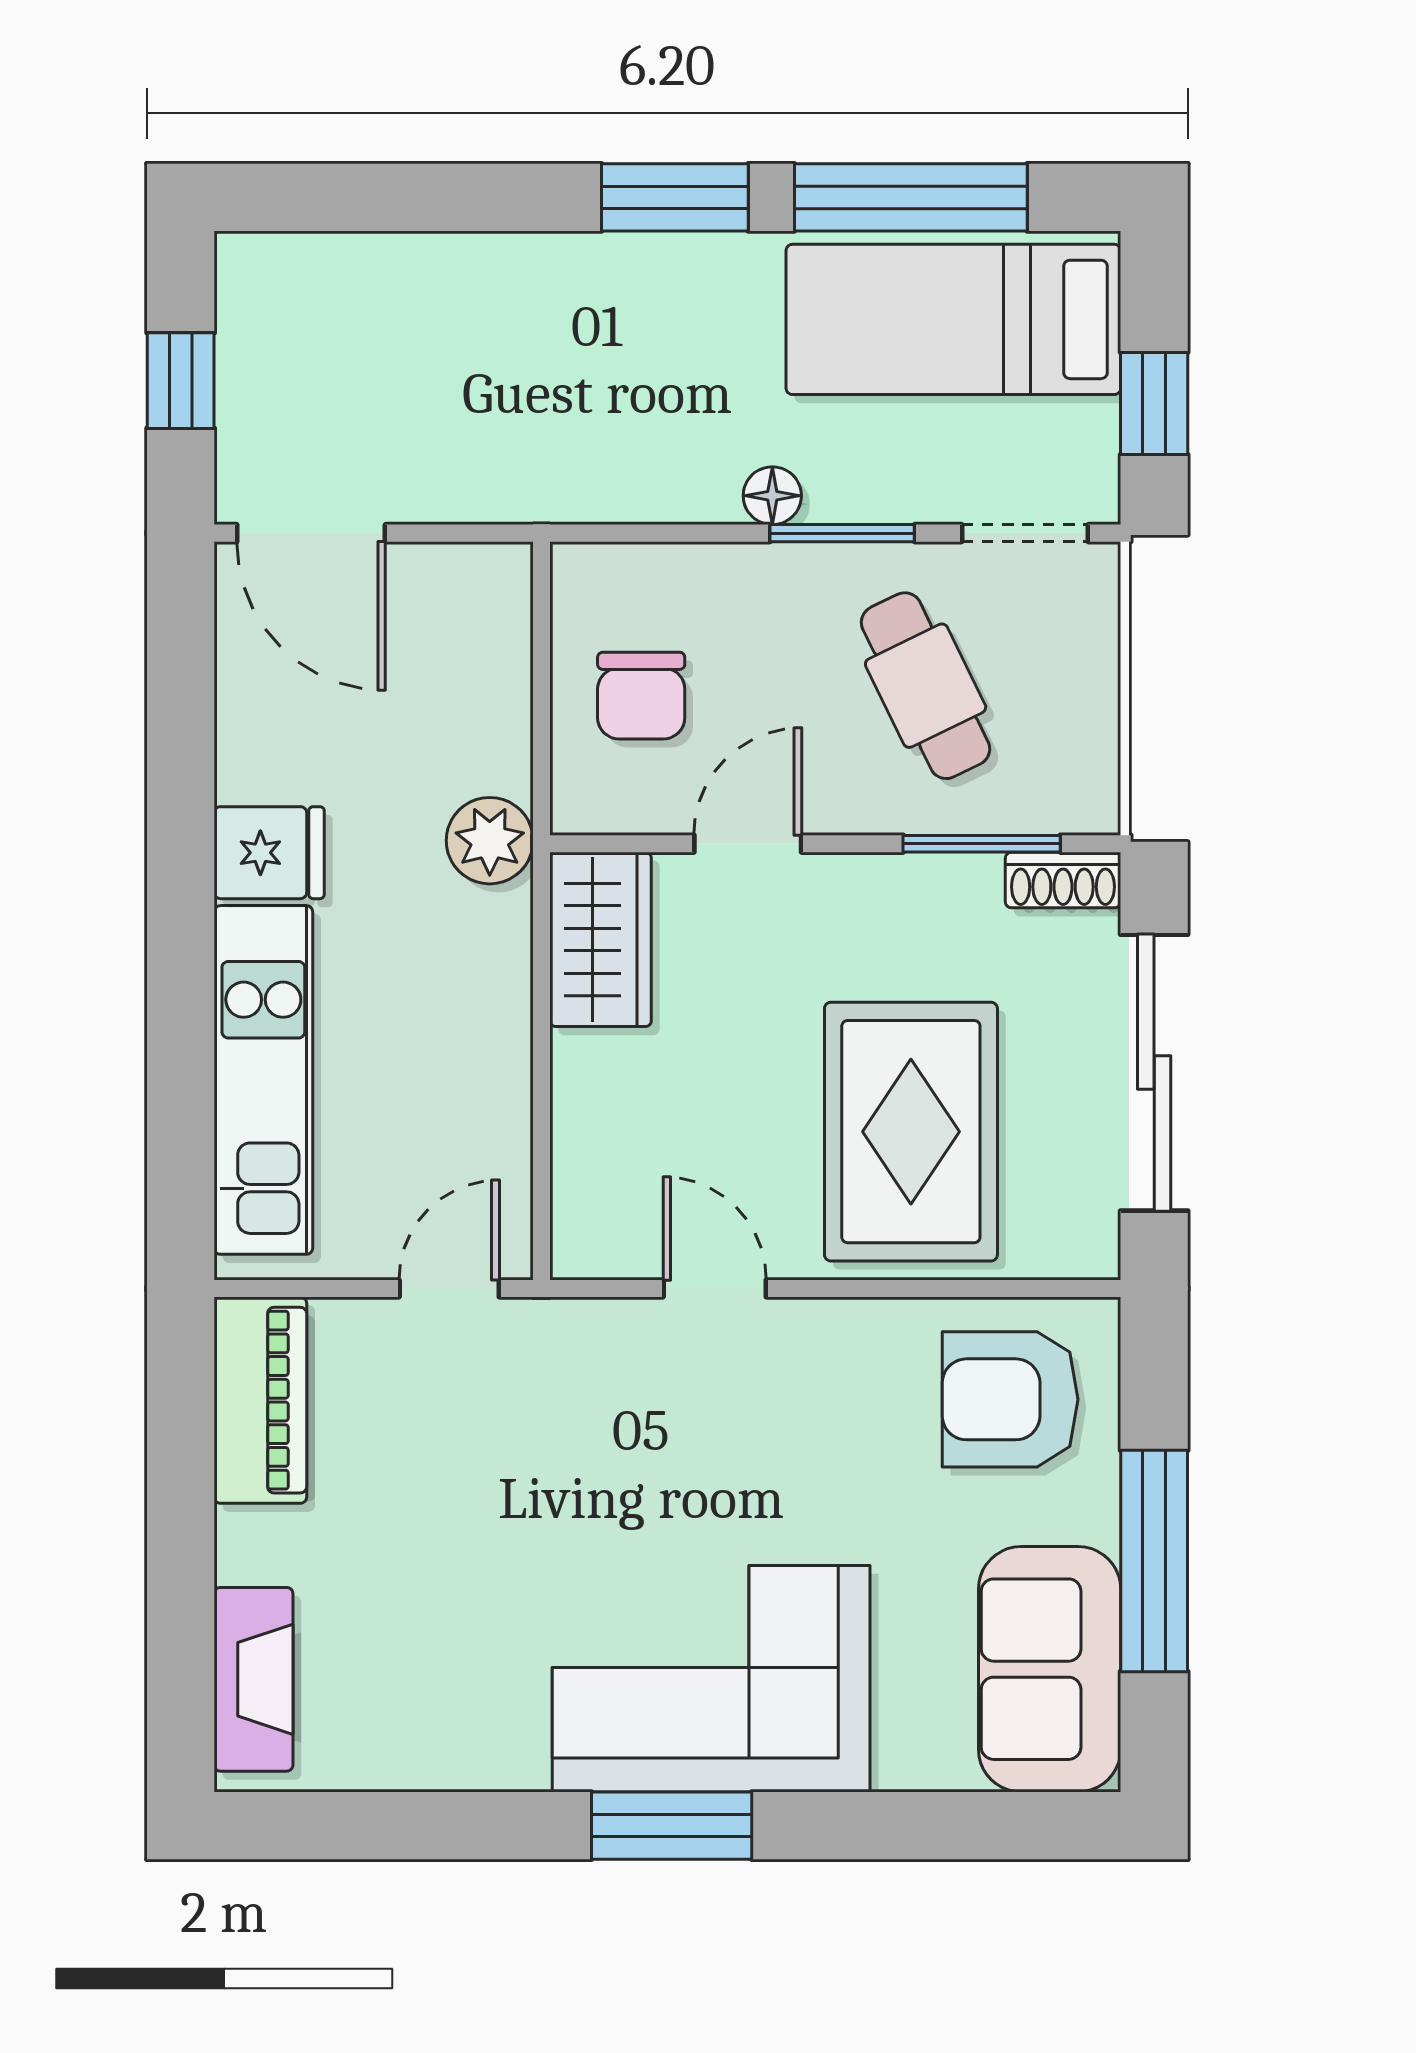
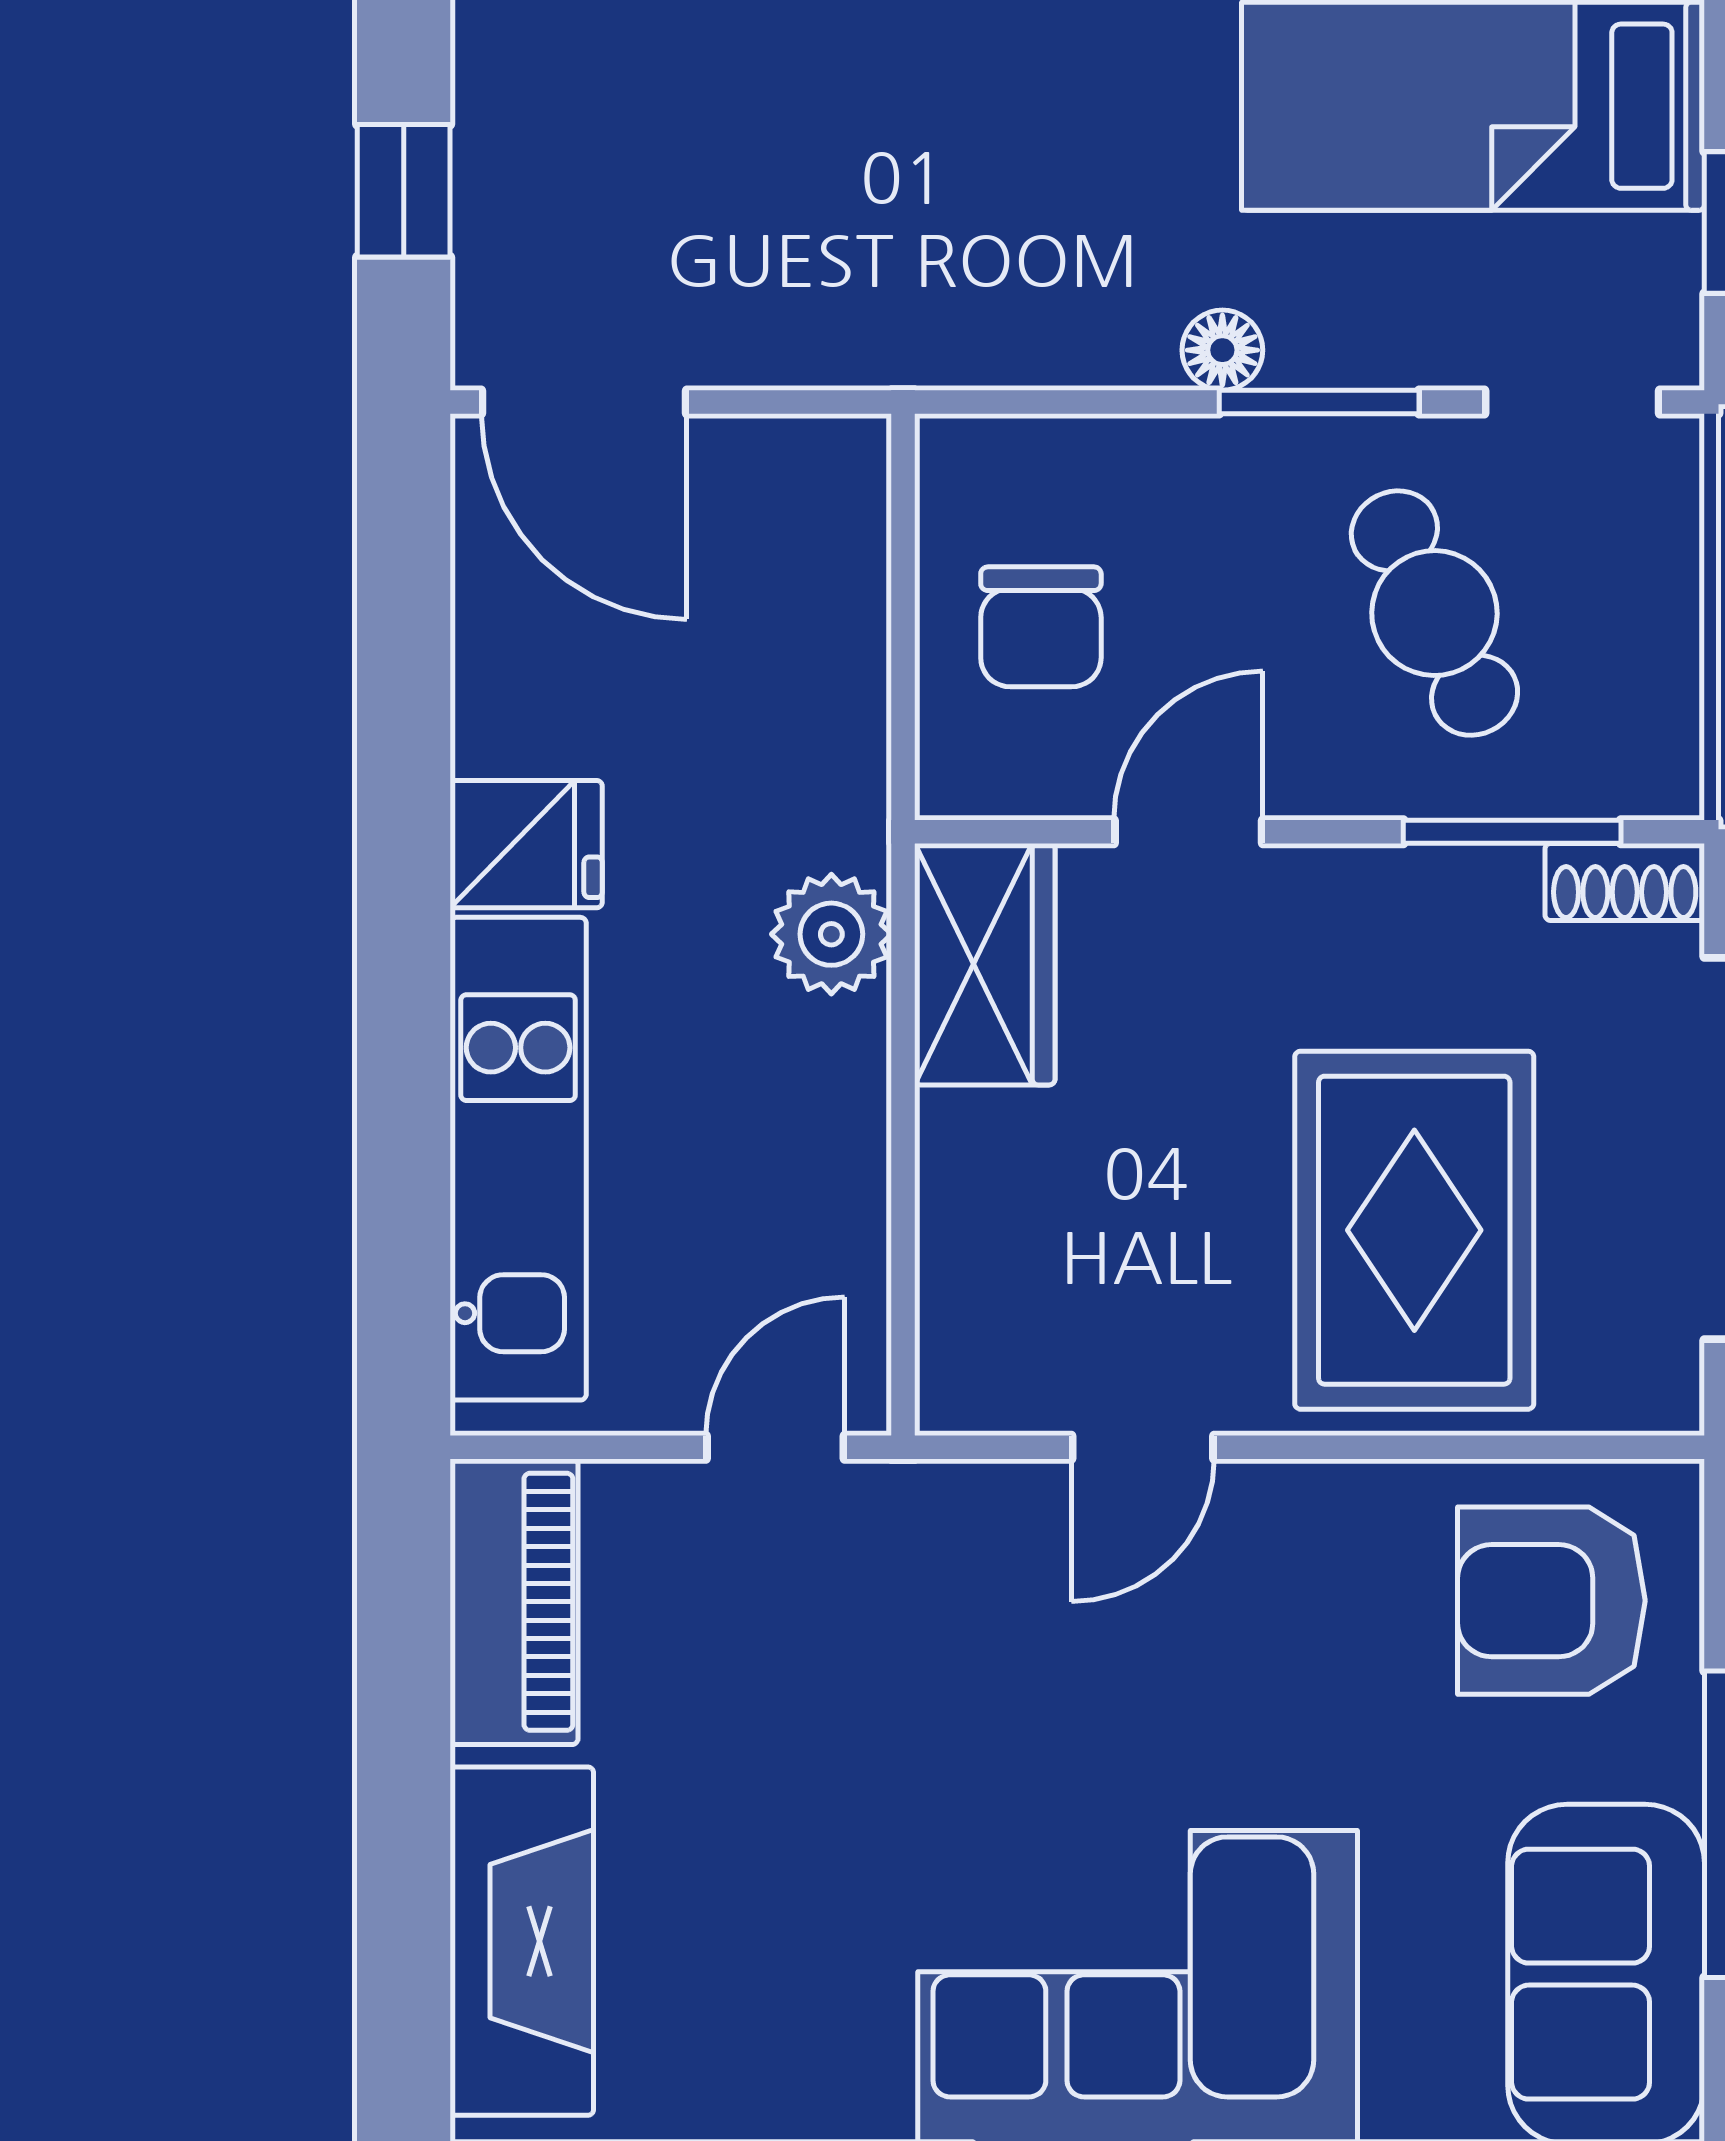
plant: (490, 841) -> (831, 934), moved
door: (715, 1288) -> (1143, 1447), swing flipped
fireplace: (253, 1679) -> (522, 1941), width x1.37, depth x1.32

